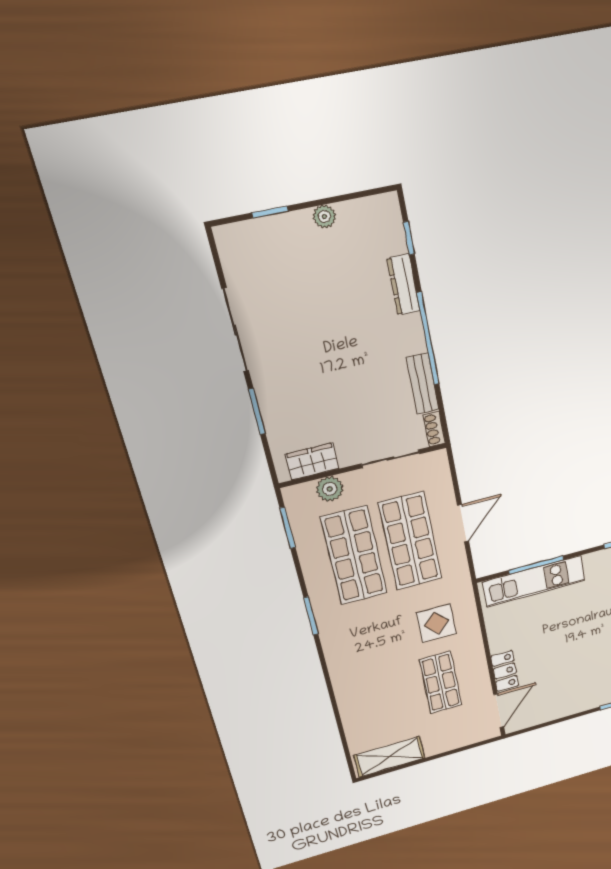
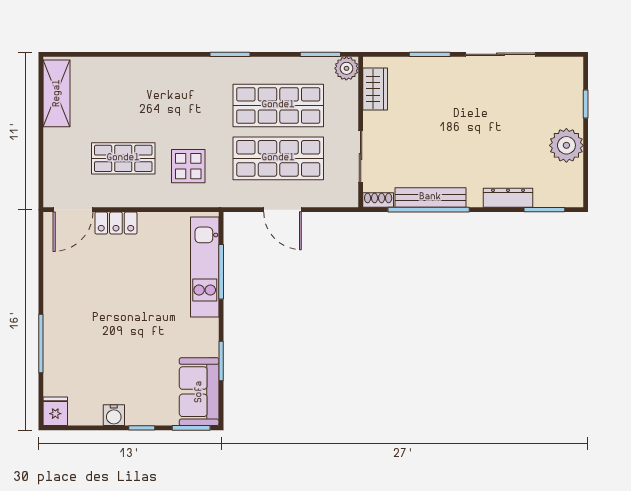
plant: (324, 216) -> (566, 145), width x1.87, depth x1.87
window: (409, 238) -> (544, 210), width x1.50
window: (428, 339) -> (429, 210), moved
bench: (422, 384) -> (430, 197), width x1.36
plant: (330, 489) -> (346, 68), moved
door: (499, 711) -> (73, 210), hinge flipped

